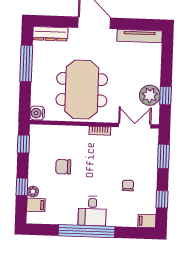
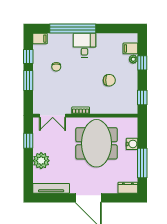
dresser: (50, 34) -> (128, 188), width x0.70
plant: (150, 95) -> (41, 161), moved
water cooler: (37, 113) -> (132, 144), moved
window: (163, 156) -> (28, 80), moved
window: (86, 231) -> (73, 29), moved

